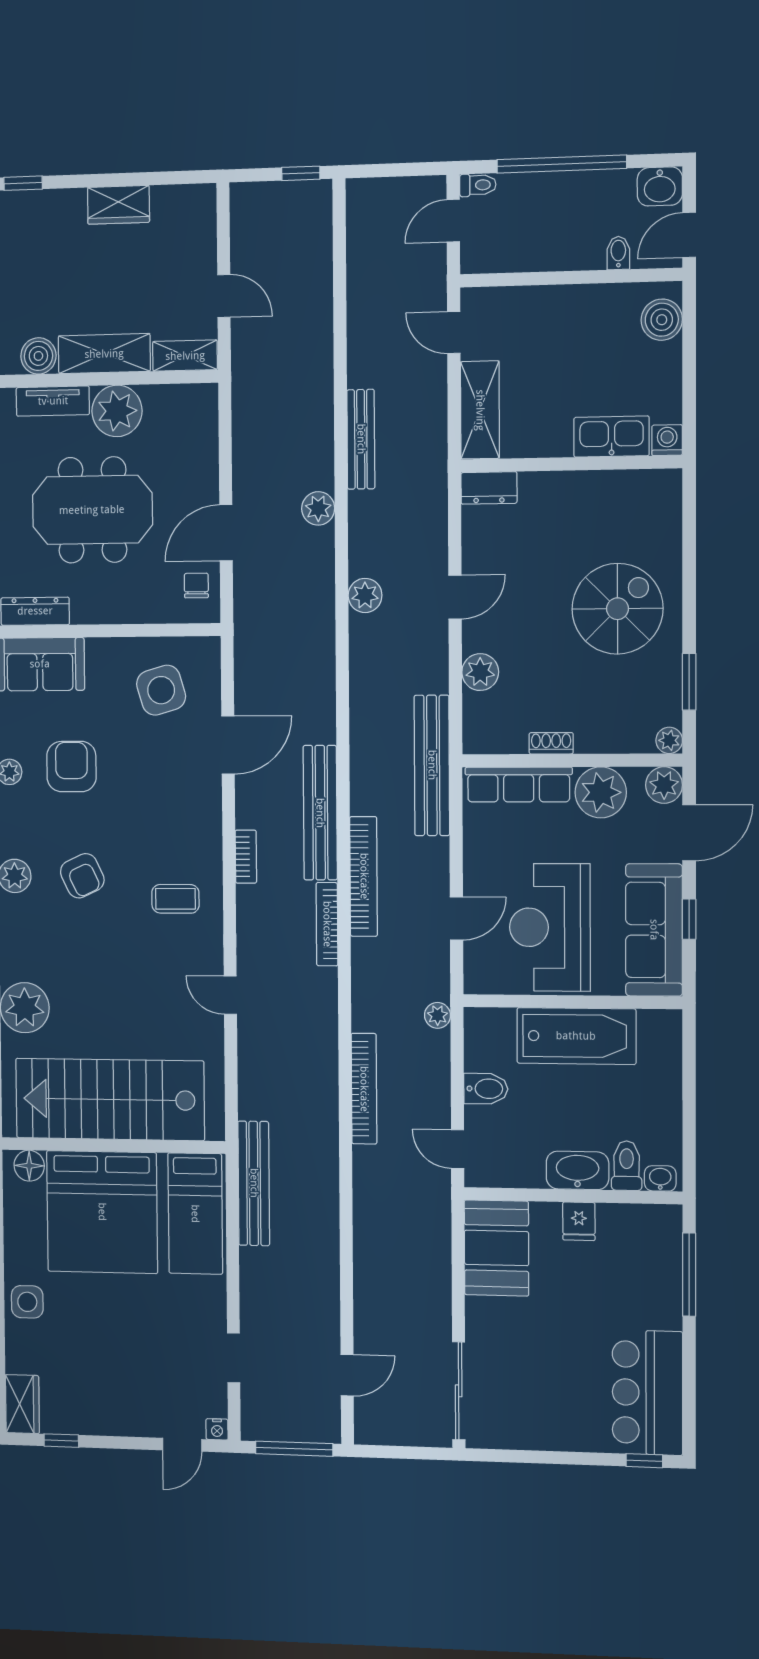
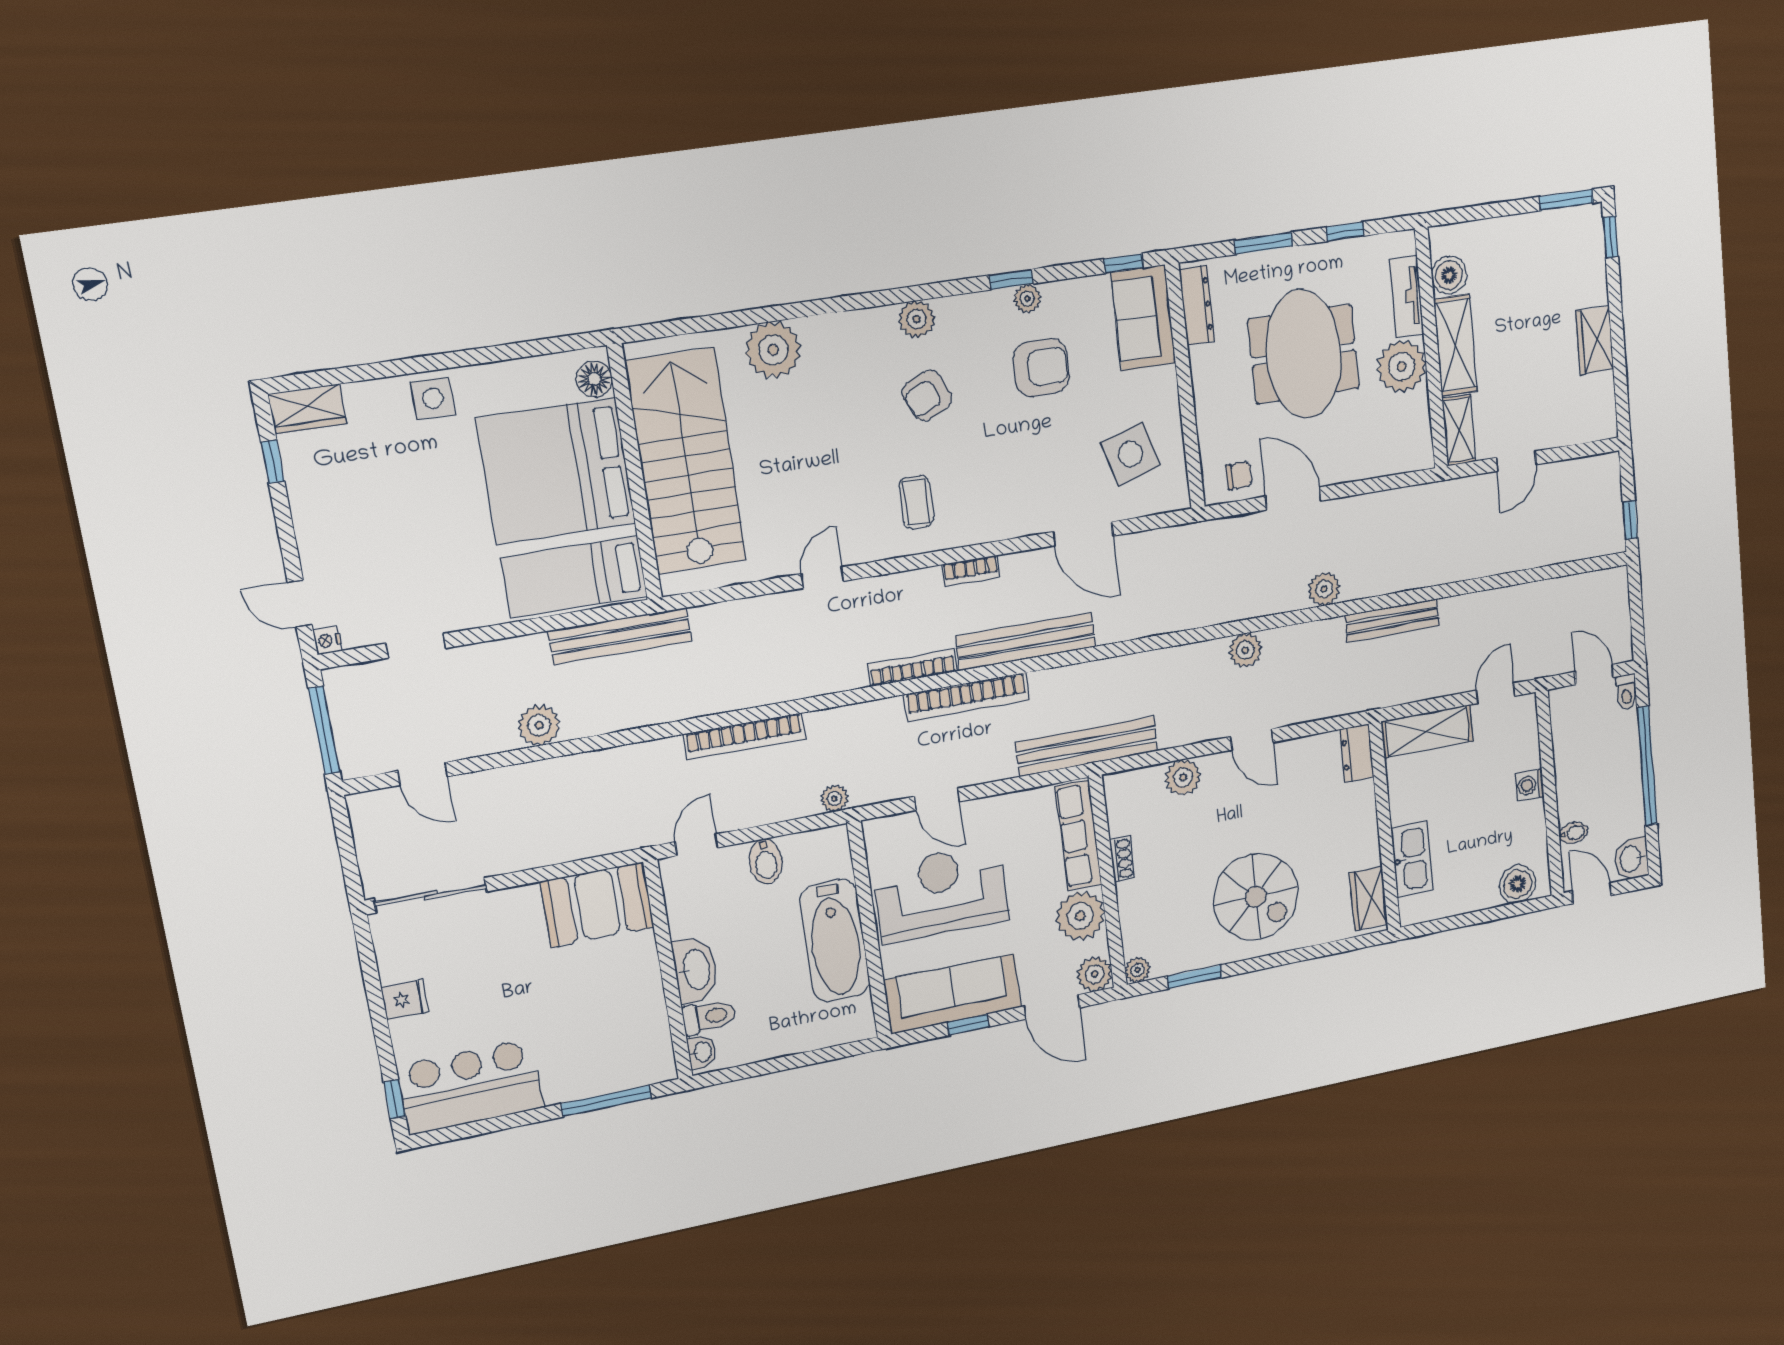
washing machine: (667, 440) -> (1530, 785), moved, turned 180
wardrobe: (644, 487) -> (1368, 899), added
fridge: (579, 1221) -> (405, 1000), moved, turned 180
plant: (321, 1268) -> (539, 725), added

